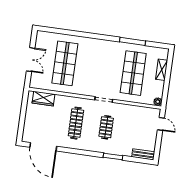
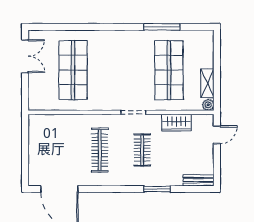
double door: (31, 60) -> (25, 56), moved
shelving: (162, 70) -> (207, 83), moved
wardrobe: (44, 99) -> (176, 123), moved
door: (161, 124) -> (217, 135), hinge flipped

